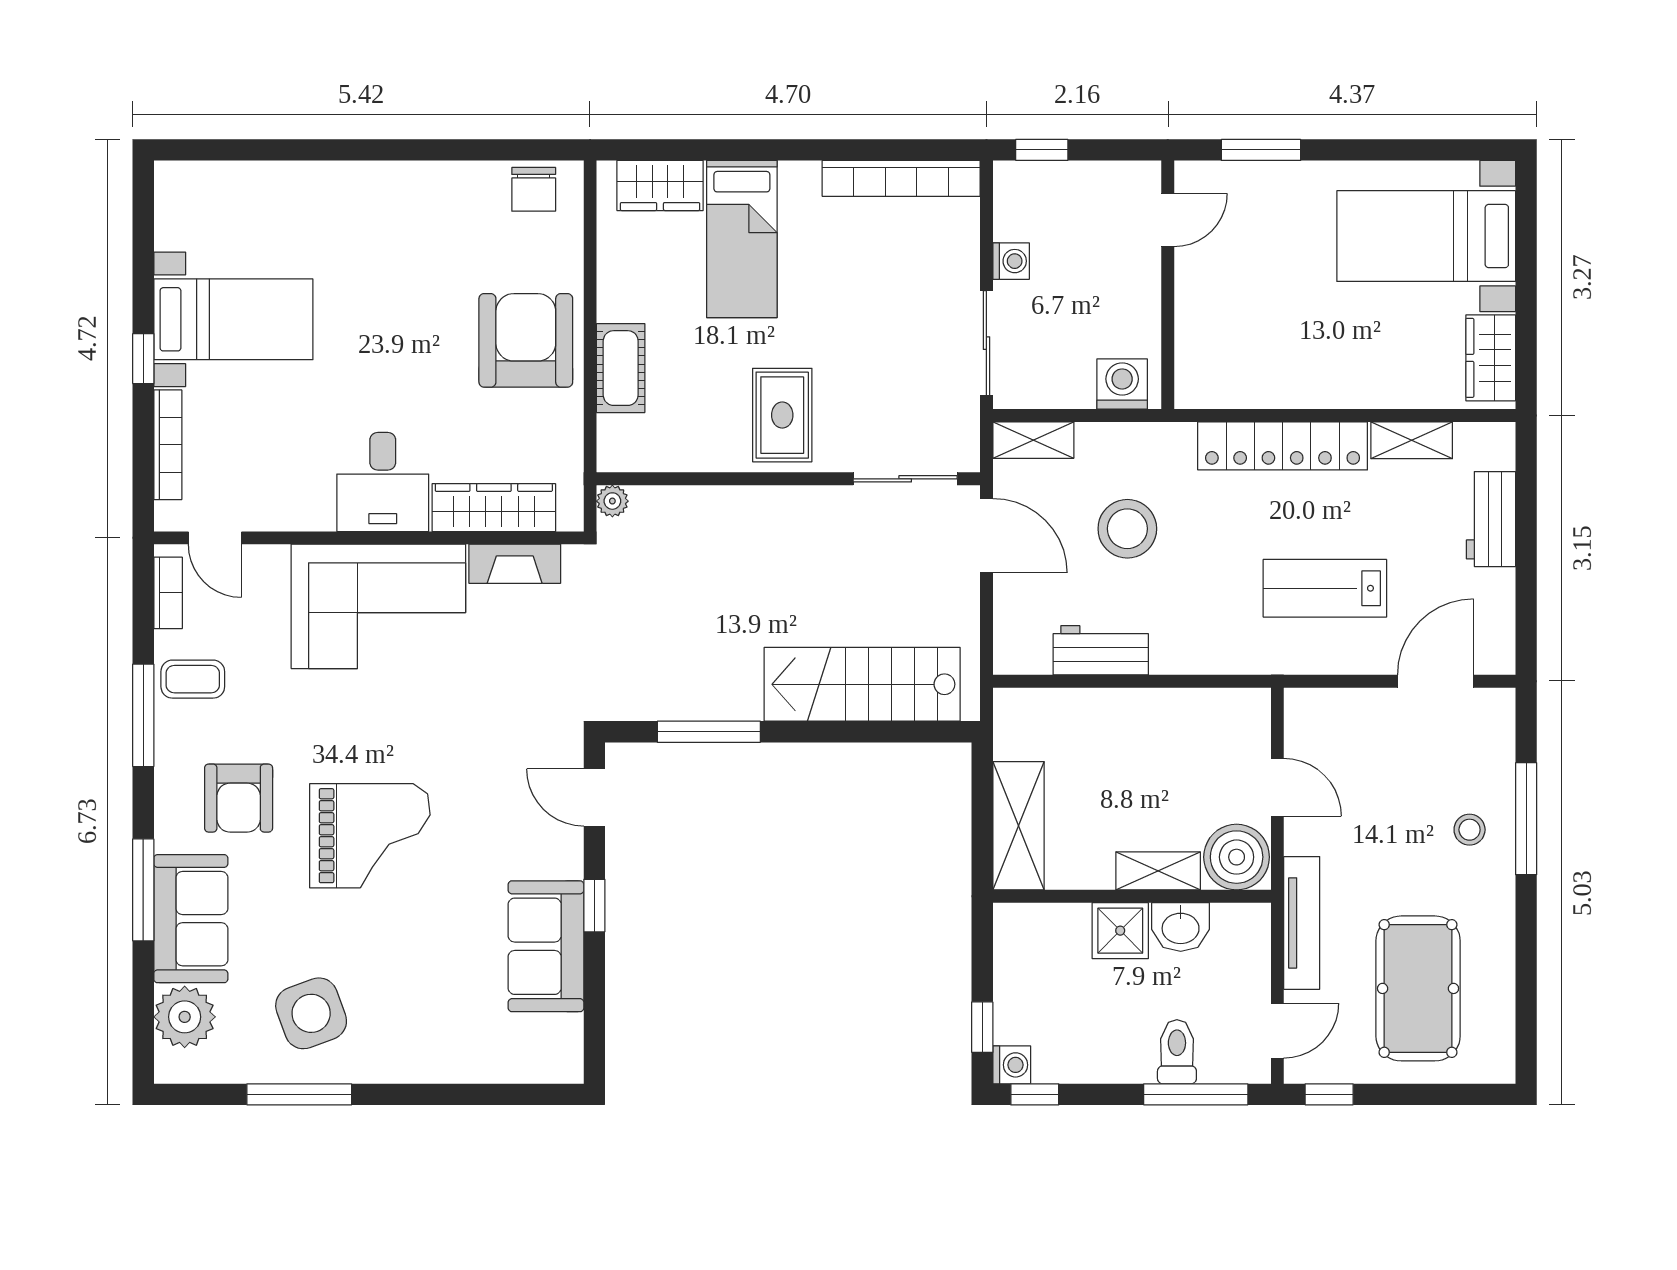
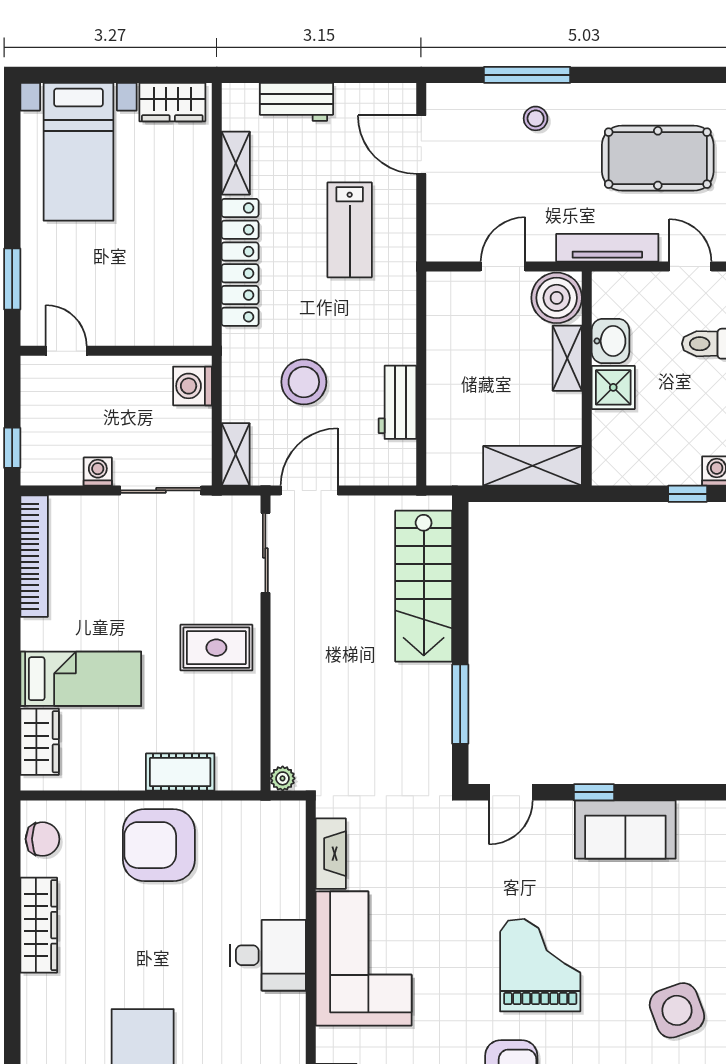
wardrobe: (494, 508) -> (39, 925), moved, turned 180

